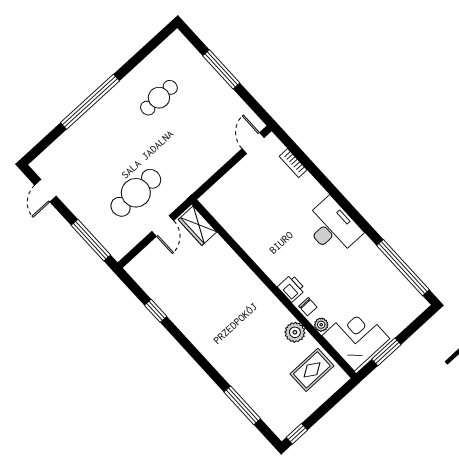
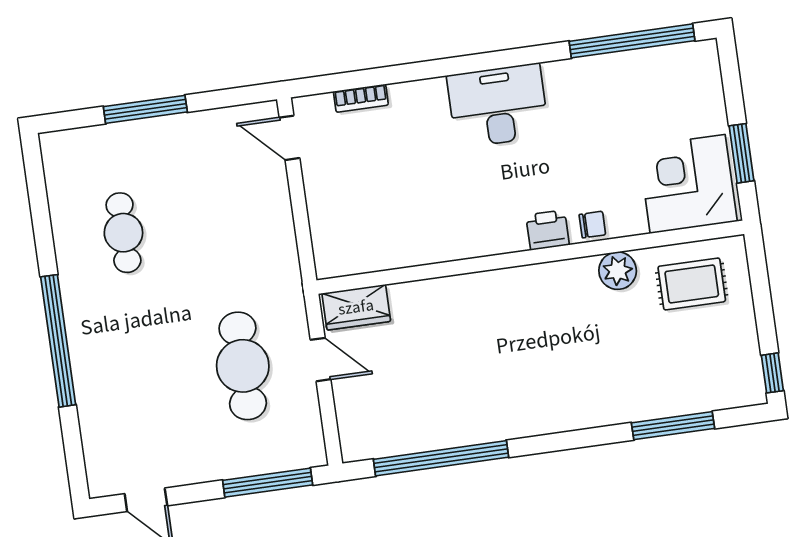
window: (156, 311) -> (441, 458), width x3.17
plant: (321, 325) -> (633, 223), removed
rug: (312, 370) -> (692, 284), turned 90

